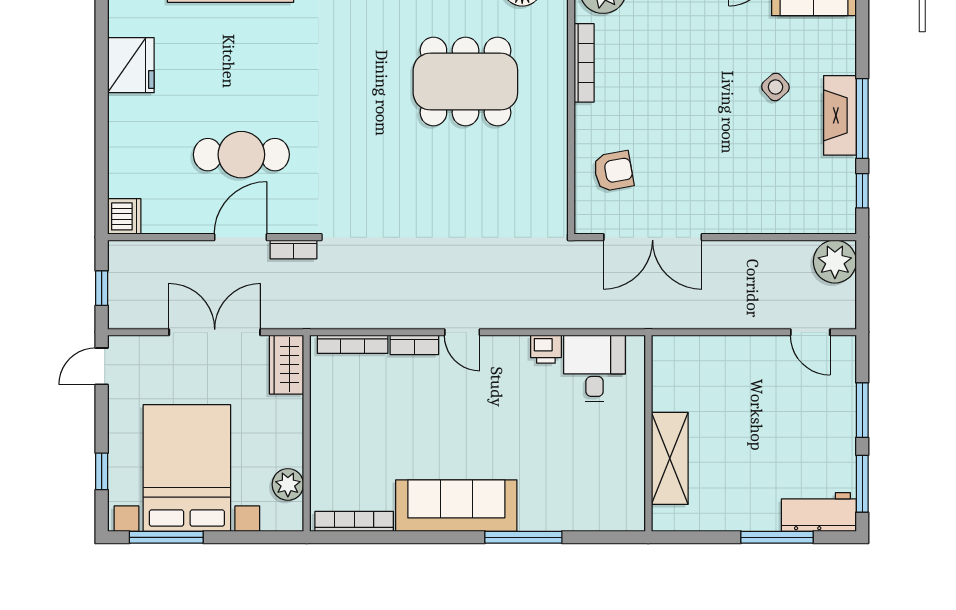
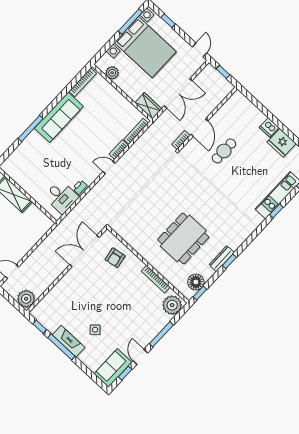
cafe table: (241, 155) -> (224, 151), width x0.73, depth x0.74
dishwasher: (124, 216) -> (269, 127), moved

